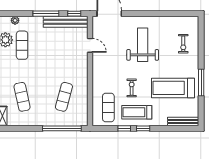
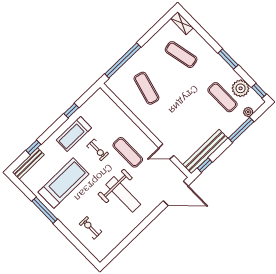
window: (46, 14) -> (241, 130), moved
exercise mat: (108, 107) -> (128, 152), moved
treadmill: (137, 112) -> (74, 134), turned 180
window: (143, 128) -> (33, 147), moved

